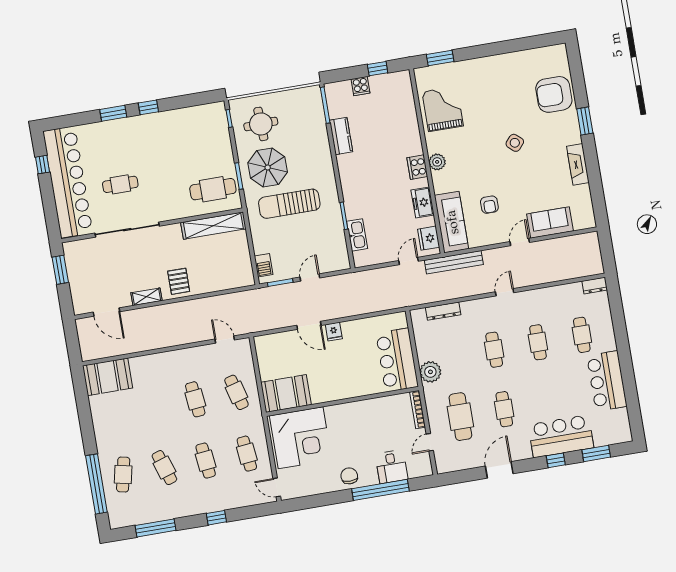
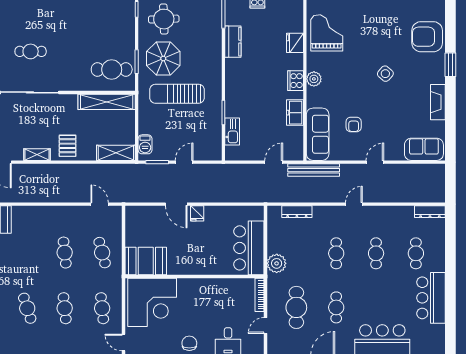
sofa: (550, 222) -> (424, 149), moved
fridge: (429, 238) -> (295, 43), moved
shelving: (233, 280) -> (116, 153), added
dresser: (595, 286) -> (430, 212), width x1.44

